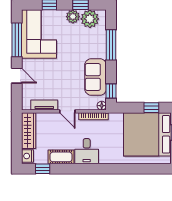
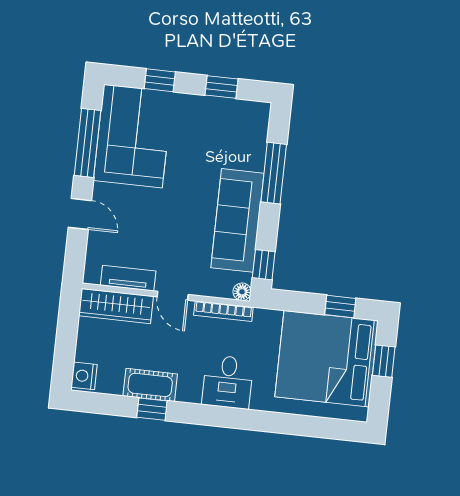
plant: (73, 17) -> (204, 109), removed
plant: (90, 19) -> (237, 117), removed
sofa: (96, 77) -> (237, 220), width x1.36
wardrobe: (29, 131) -> (116, 306), moved, turned 90
desk: (87, 151) -> (228, 382), moved
window: (43, 169) -> (152, 409), moved

